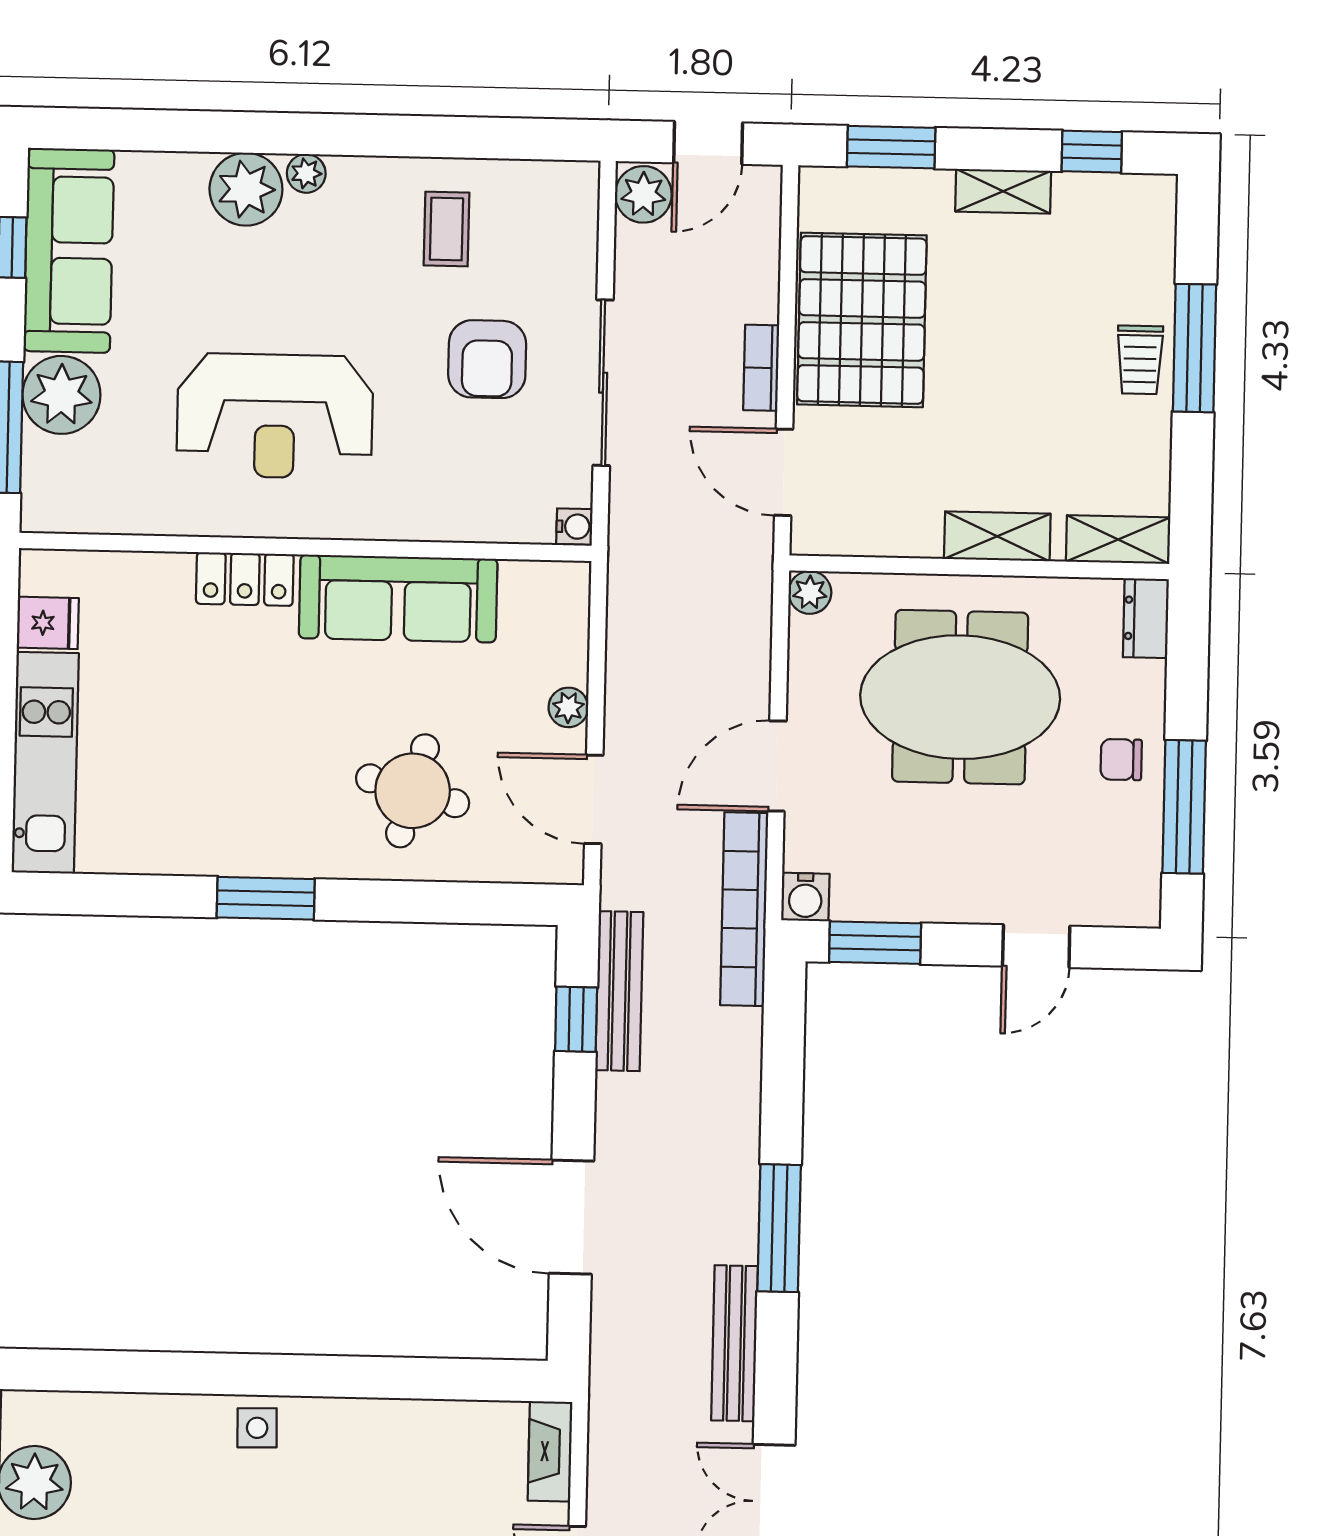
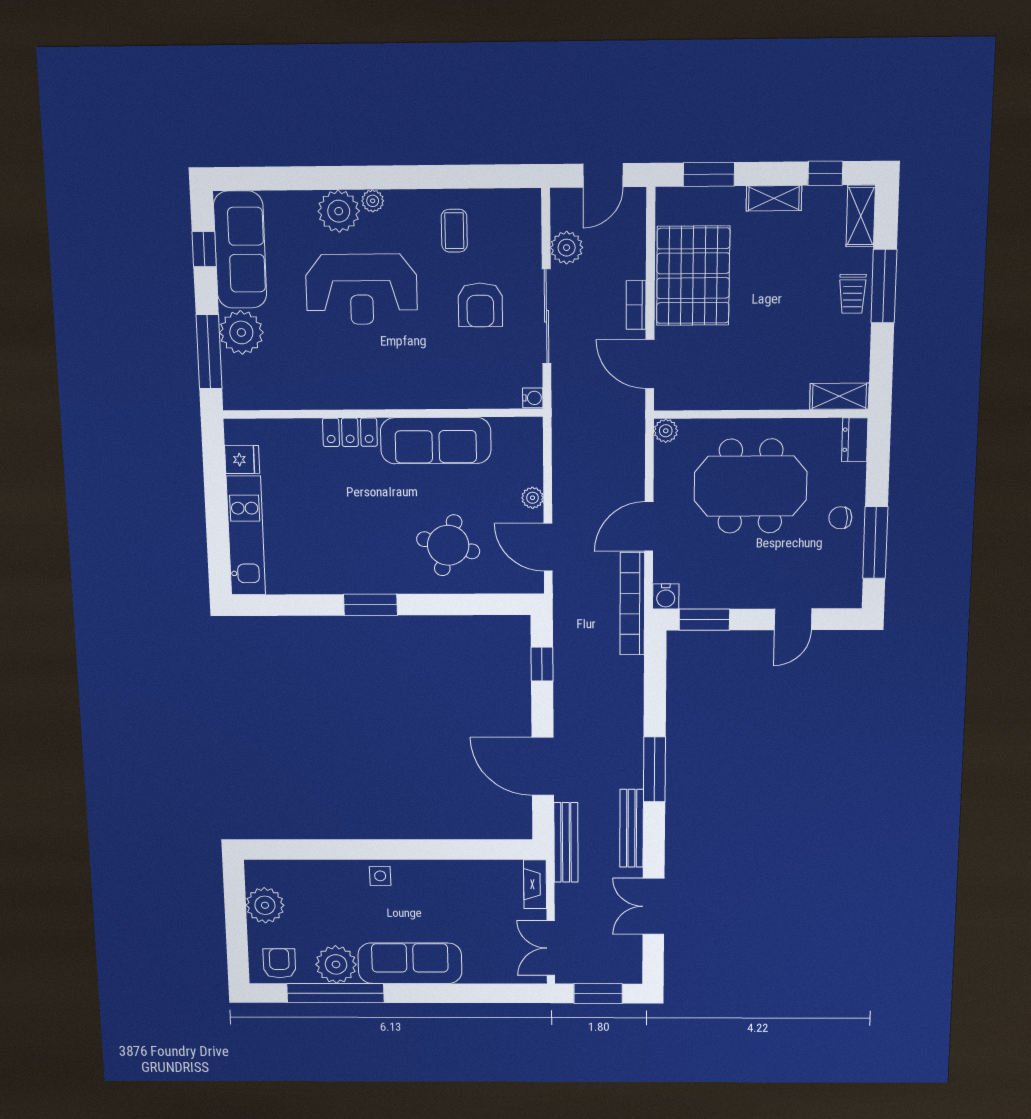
plant: (643, 194) -> (567, 248), moved
reception desk: (275, 416) -> (361, 289), moved
shelving: (997, 536) -> (861, 216), moved, turned 90
bench: (619, 991) -> (566, 842), moved

